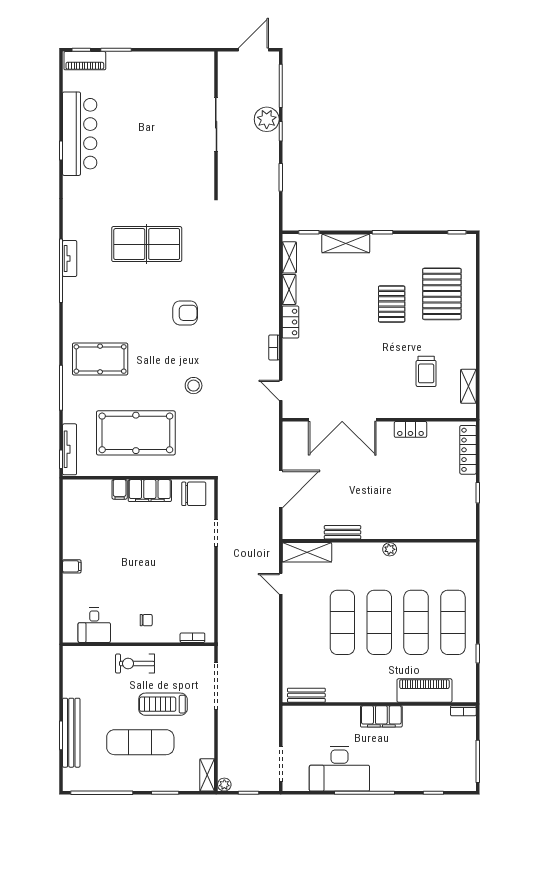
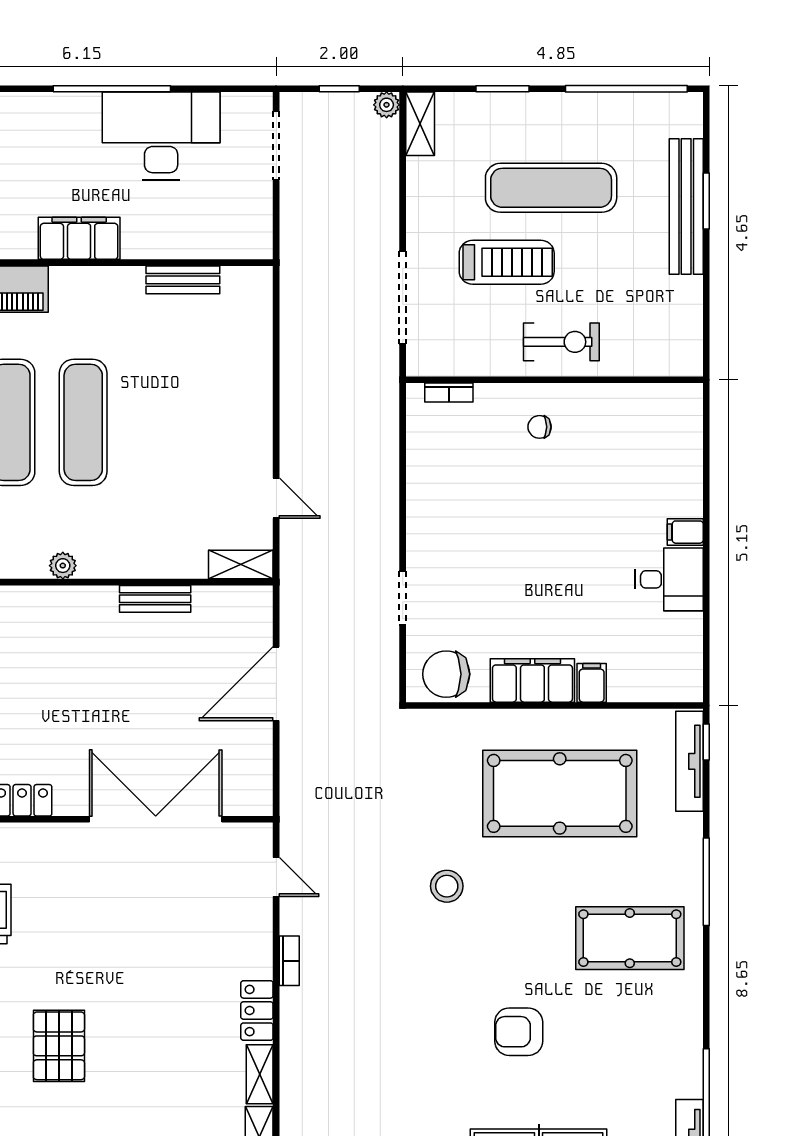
armchair: (185, 313) -> (519, 1032), moved
shelving: (307, 552) -> (241, 564), width x0.67, depth x0.75
exercise mat: (342, 622) -> (155, 422), removed
desk: (94, 625) -> (669, 579), moved, turned 90
bench: (306, 695) -> (183, 280), moved

